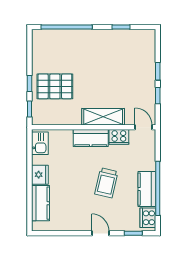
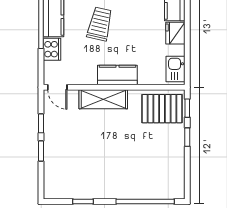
pallet: (55, 86) -> (162, 109), moved
cooker: (119, 137) -> (52, 49), moved, turned 90

